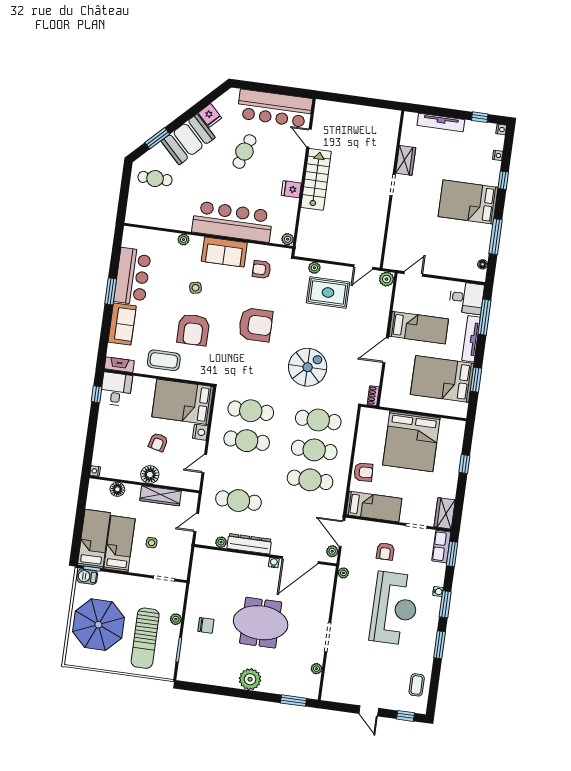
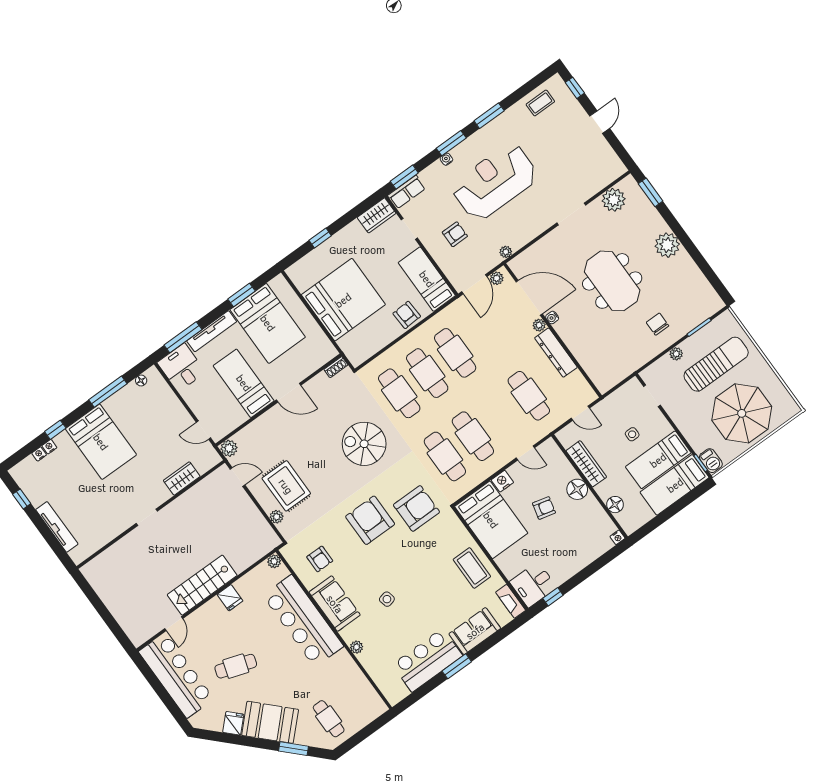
nightstand: (501, 129) -> (49, 447), moved
wardrobe: (406, 160) -> (182, 478), moved
armchair: (193, 330) -> (416, 508), moved
plant: (221, 542) -> (539, 325), moved
plant: (316, 669) -> (614, 200), width x1.88, depth x1.88

